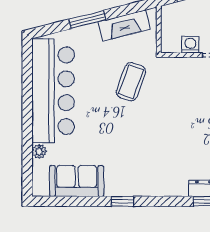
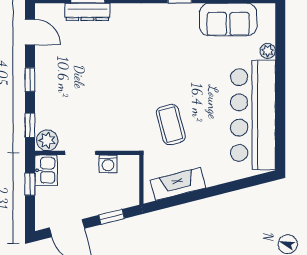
window: (87, 20) -> (217, 190), removed
coffee table: (131, 82) -> (171, 125), turned -35

